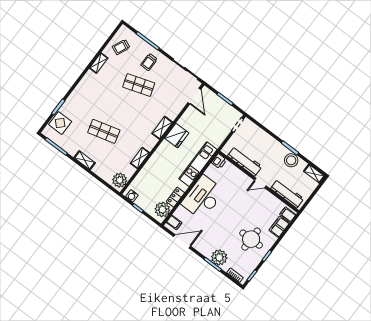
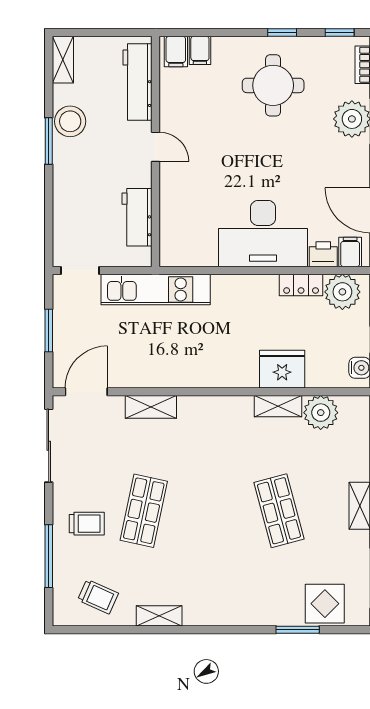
shop shelf: (139, 85) -> (144, 511), turned 30
shelving: (162, 128) -> (151, 407), moved
fridge: (177, 136) -> (282, 369), moved
printer: (219, 161) -> (323, 254), moved
workbench: (245, 161) -> (137, 217), width x0.73
kitchen unit: (198, 164) -> (156, 289), moved
plant: (120, 180) -> (321, 413), moved
filing cabinet: (279, 227) -> (200, 50), width x0.50

